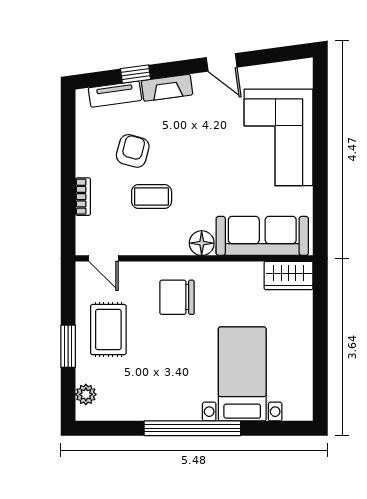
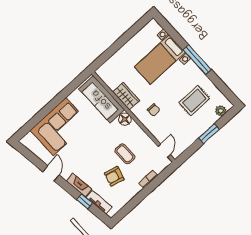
wardrobe: (289, 276) -> (126, 96), moved
chair: (177, 297) -> (154, 110), width x0.54, depth x0.54
rug: (108, 330) -> (194, 101), moved
window: (192, 428) -> (197, 60), width x0.68

